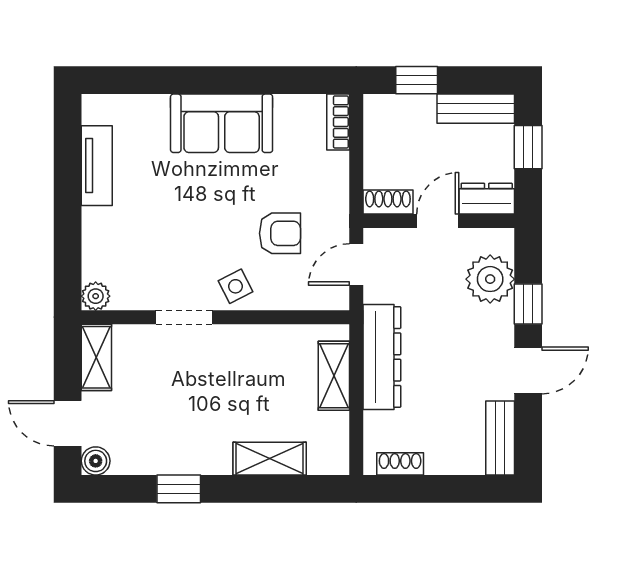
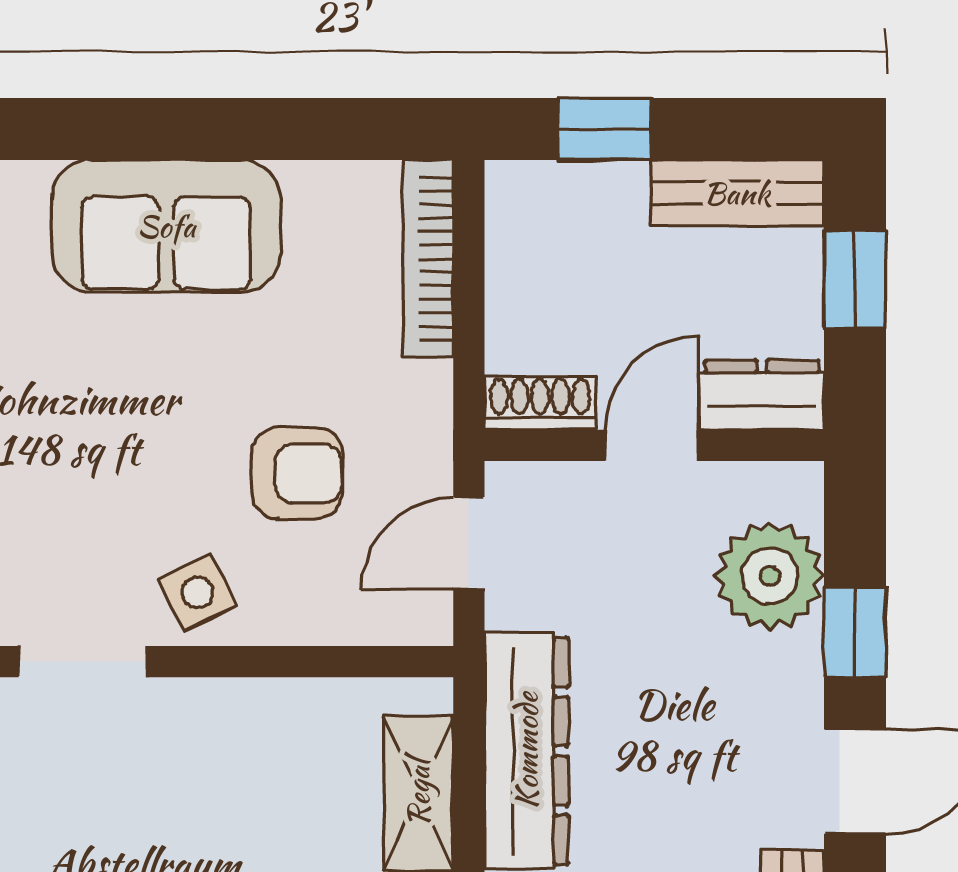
bookcase: (338, 122) -> (428, 259), width x1.56

